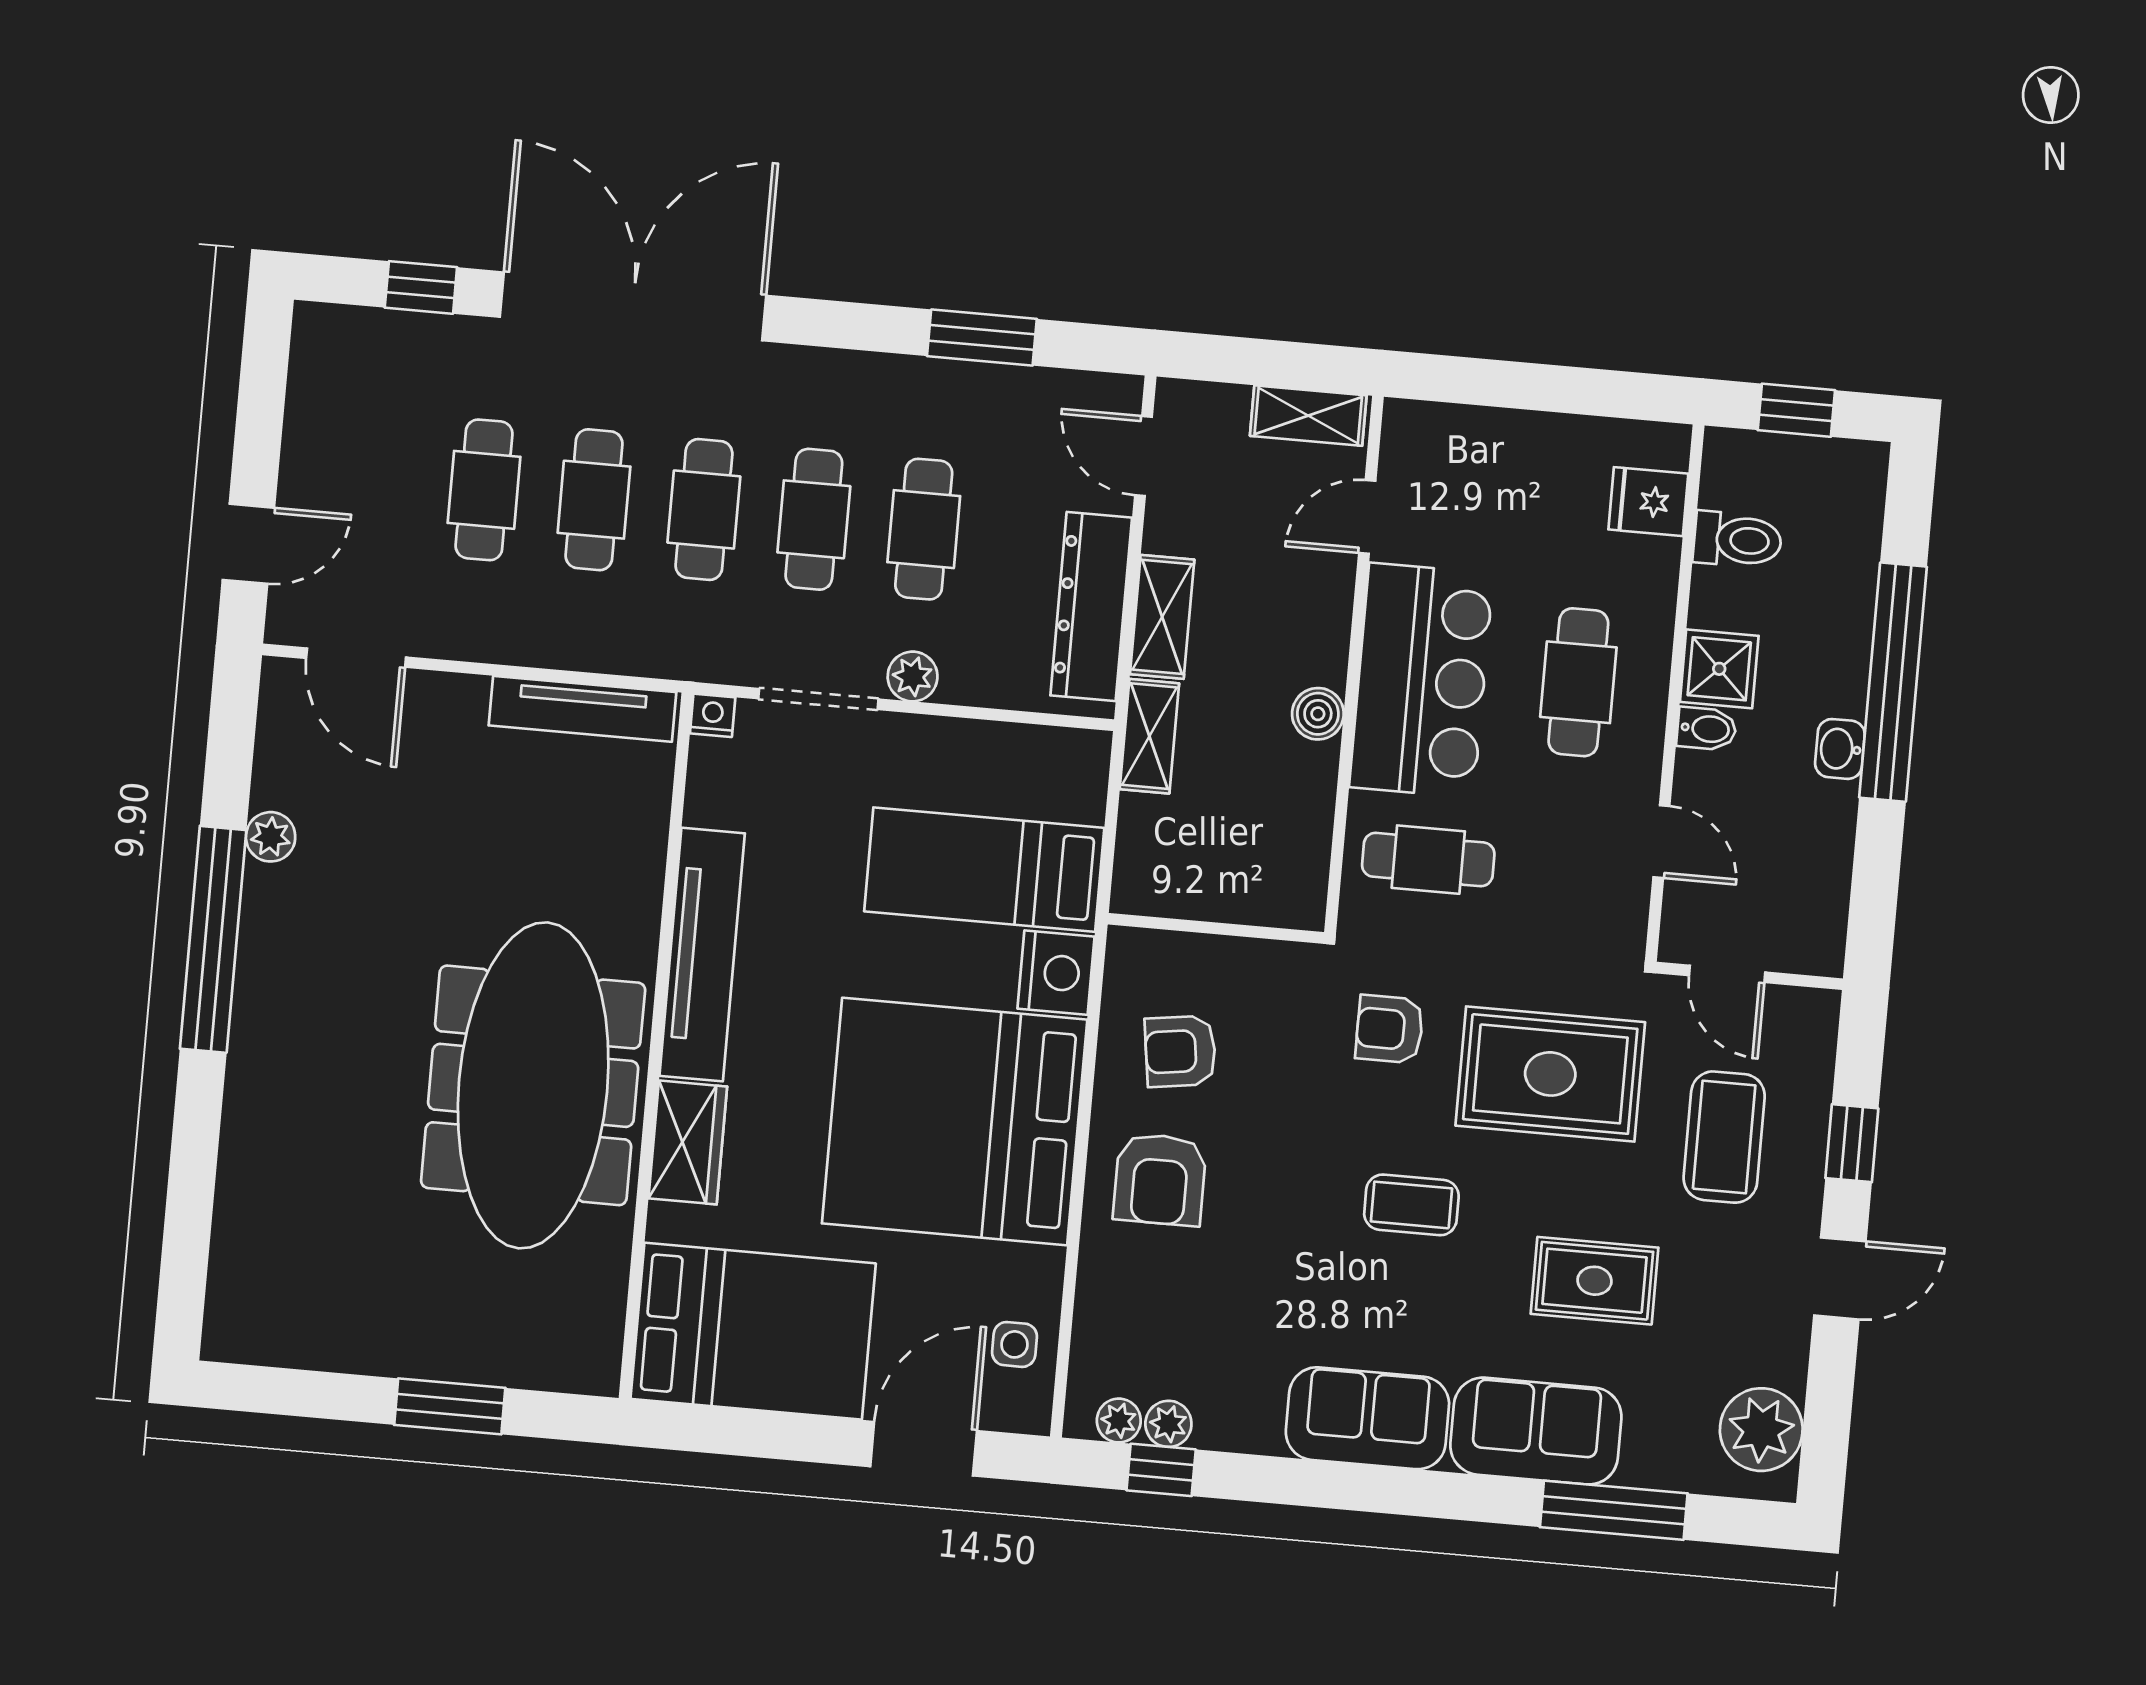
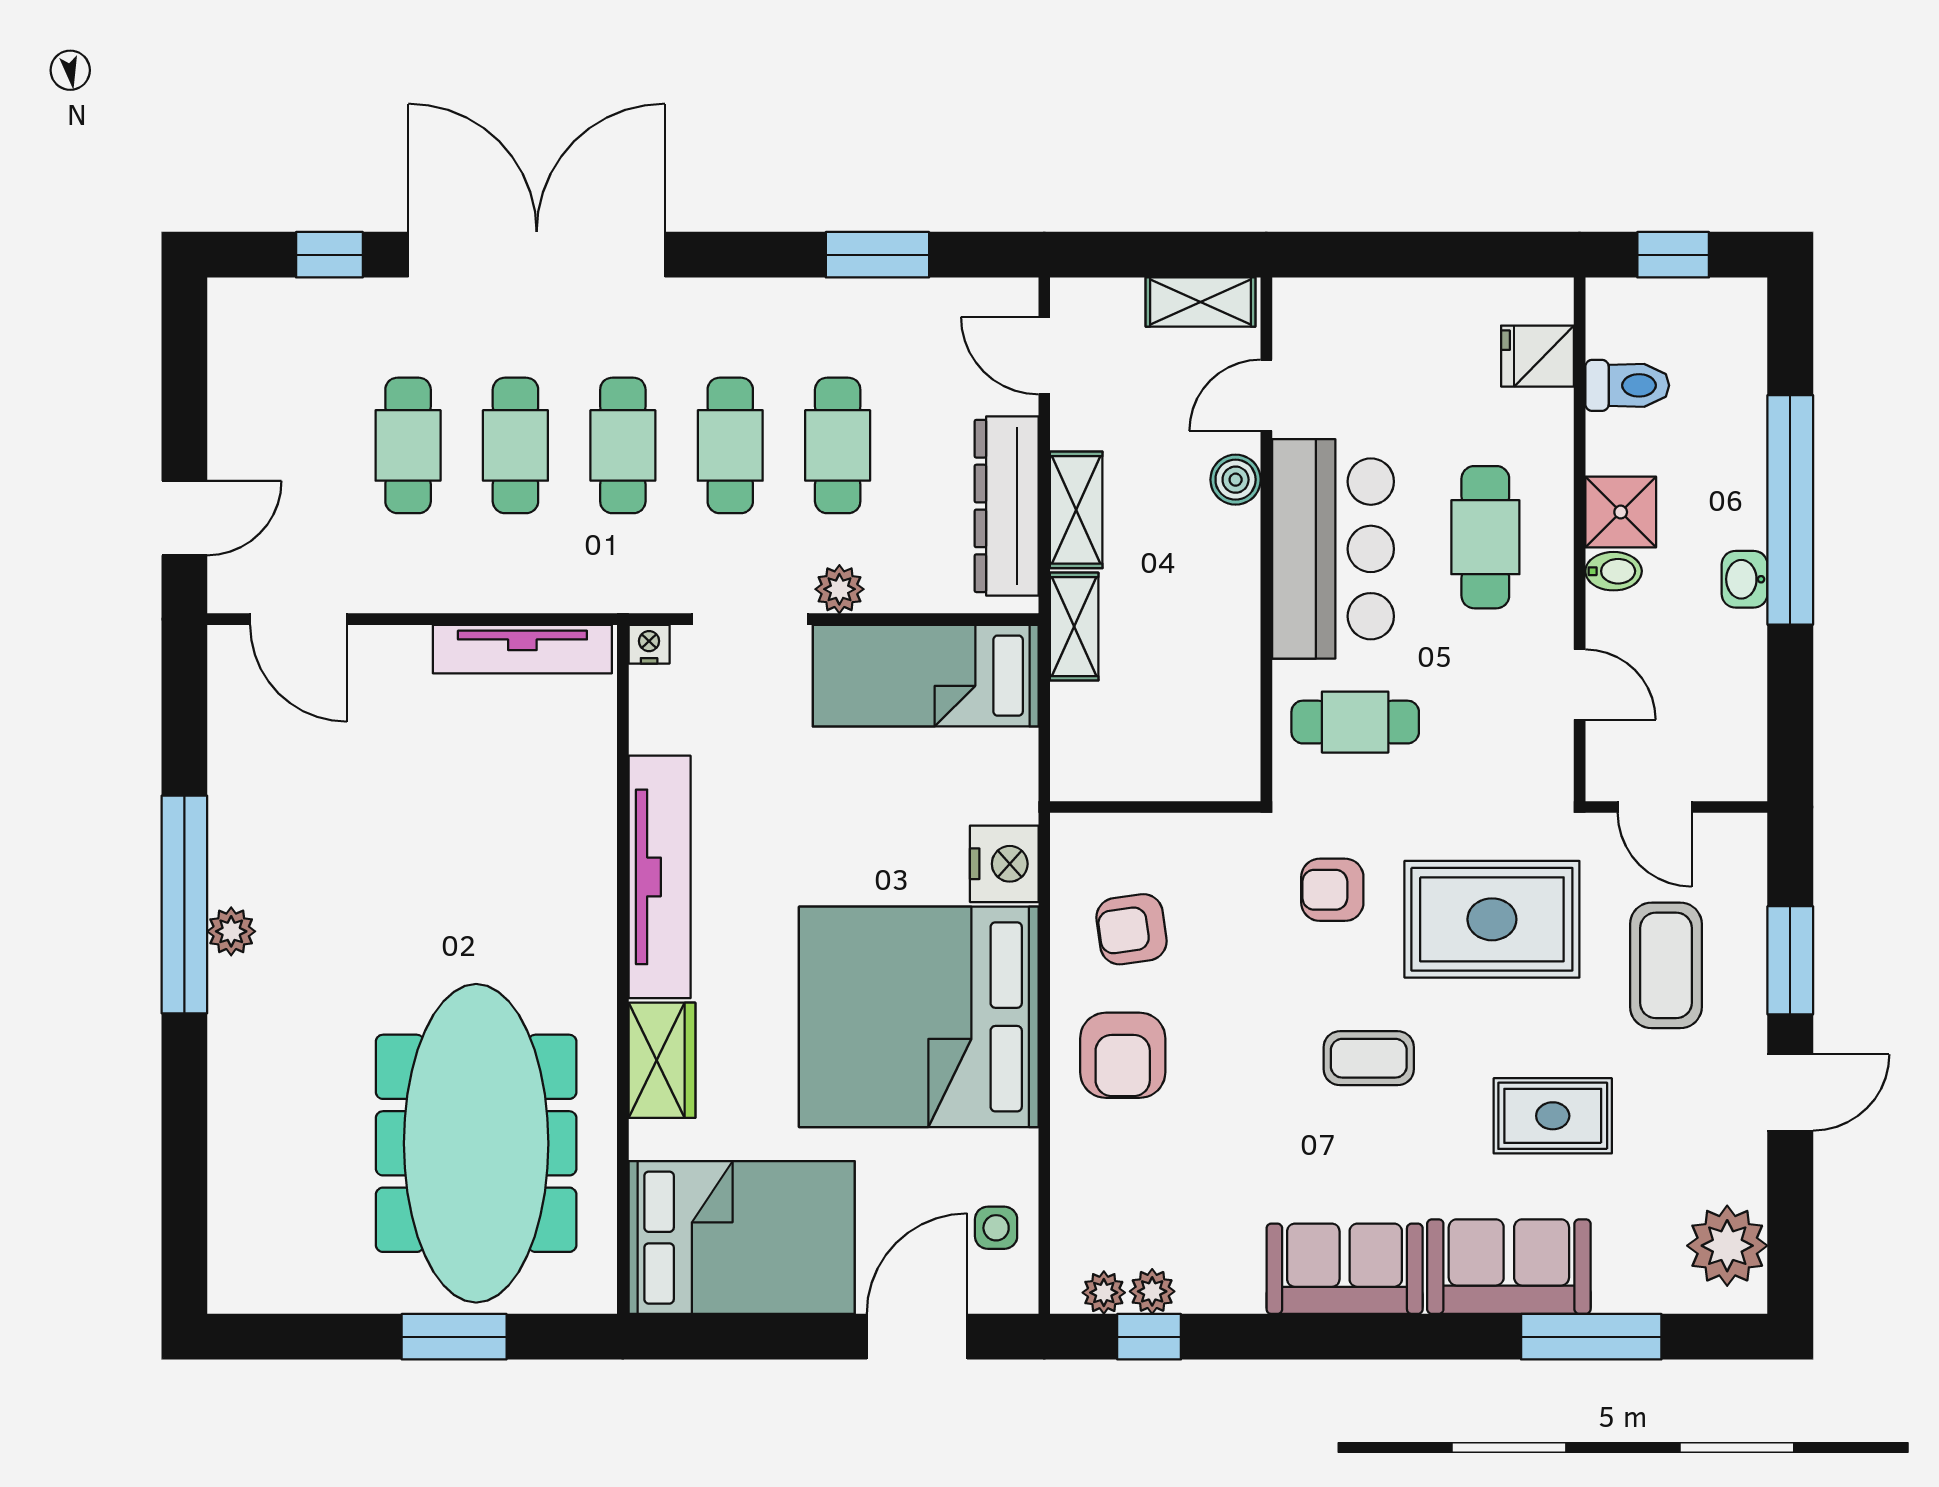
boiler: (1318, 714) -> (1236, 480), moved
plant: (271, 837) -> (231, 931), moved
bed: (984, 870) -> (926, 676), moved
meeting table: (533, 1085) -> (476, 1143), moved
window: (1852, 1143) -> (1790, 960), width x1.50

